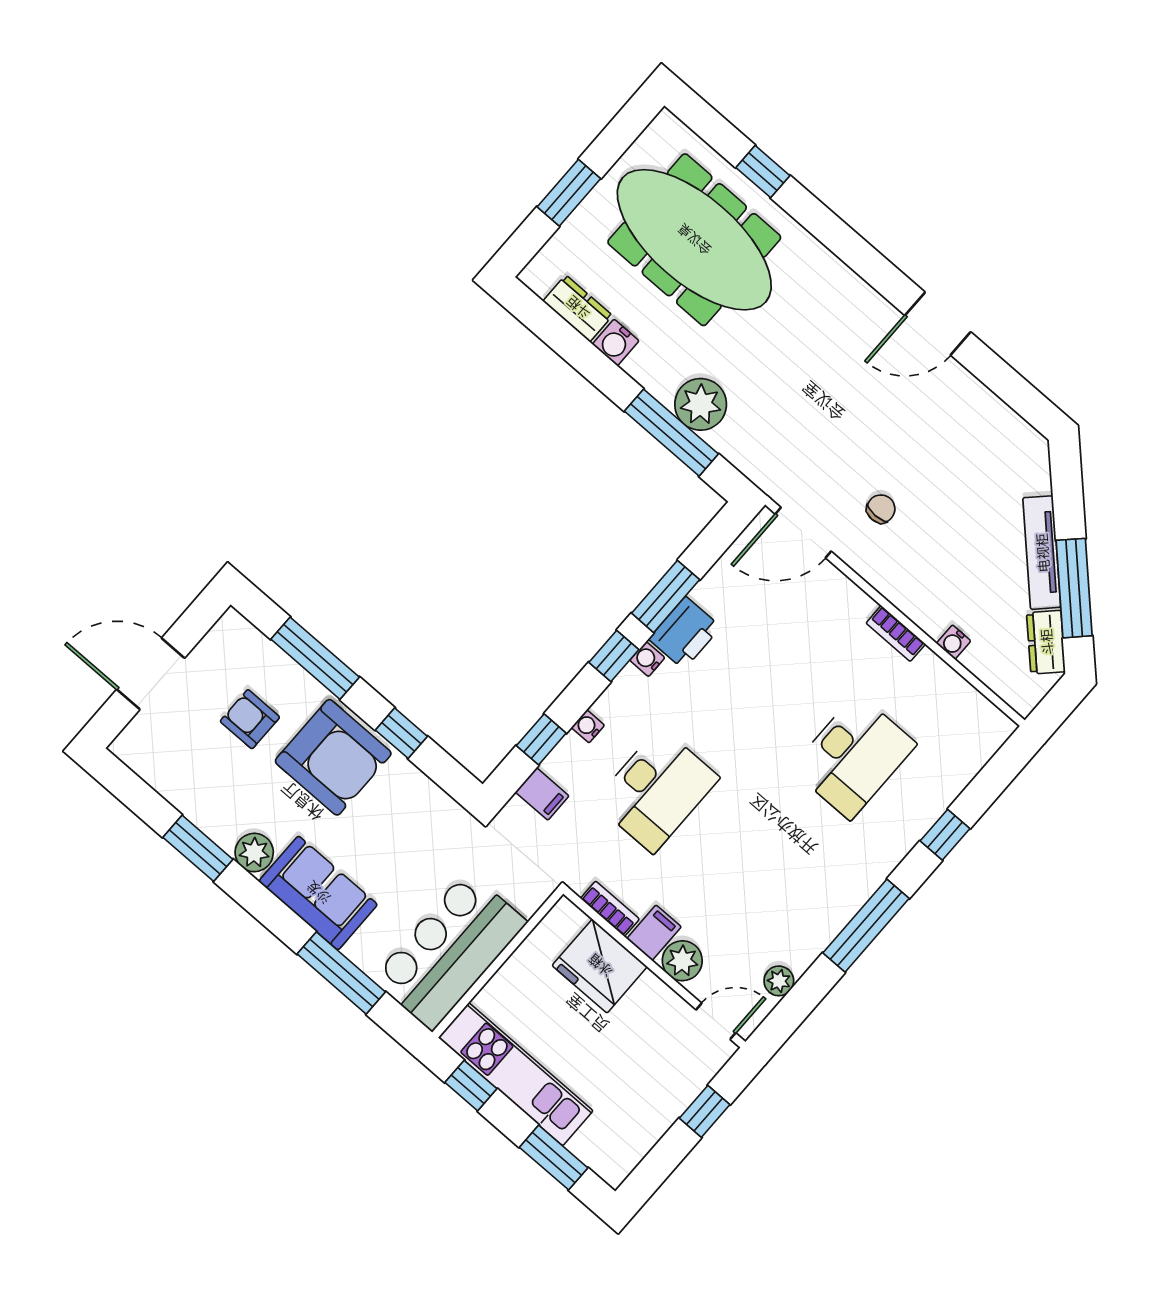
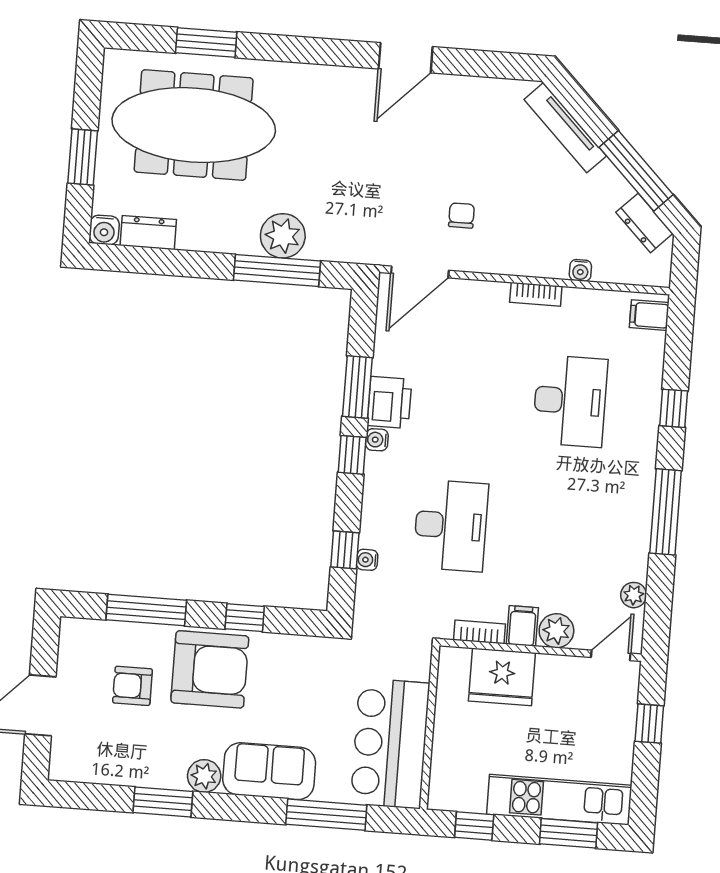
window: (763, 172) -> (206, 42), width x1.50
water cooler: (616, 343) -> (104, 230), moved
tv unit: (1042, 553) -> (565, 128), moved
water cooler: (588, 726) -> (367, 560), moved
filing cabinet: (542, 794) -> (649, 315), moved, turned 180
kitchen unit: (516, 1074) -> (559, 800), moved

